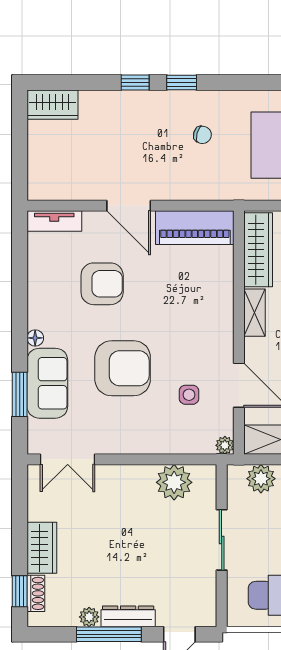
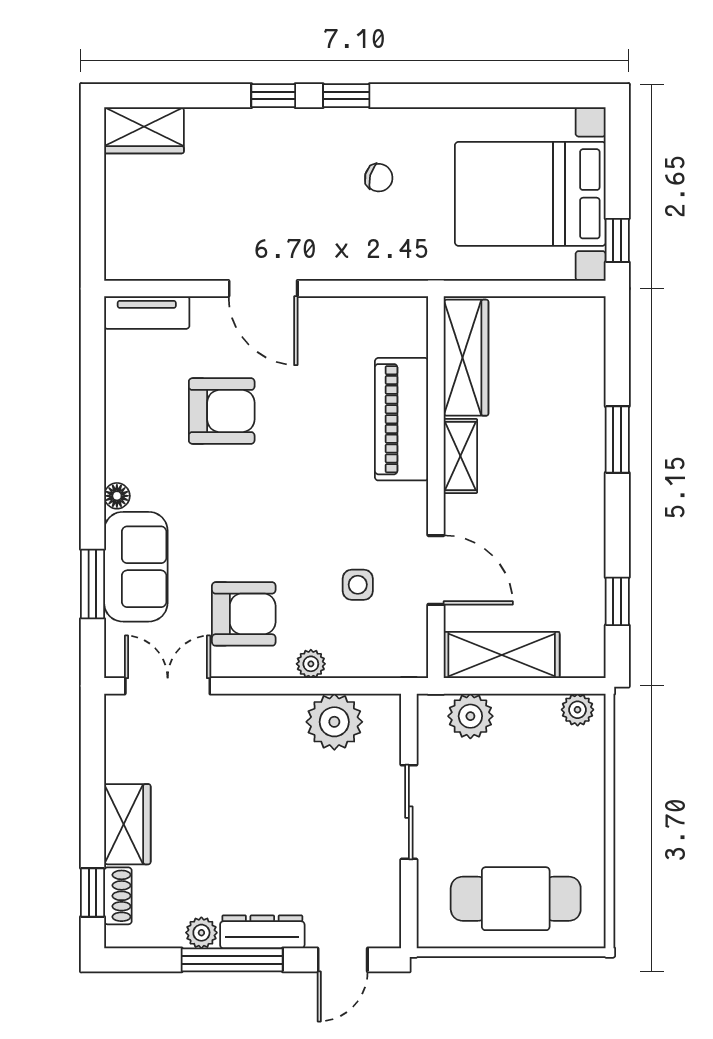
piano: (195, 228) -> (402, 419), moved, turned 90
armchair: (123, 368) -> (244, 614), moved, width x0.73, depth x0.73
plant: (225, 445) -> (311, 664), moved
double door: (68, 459) -> (168, 686), swing flipped

